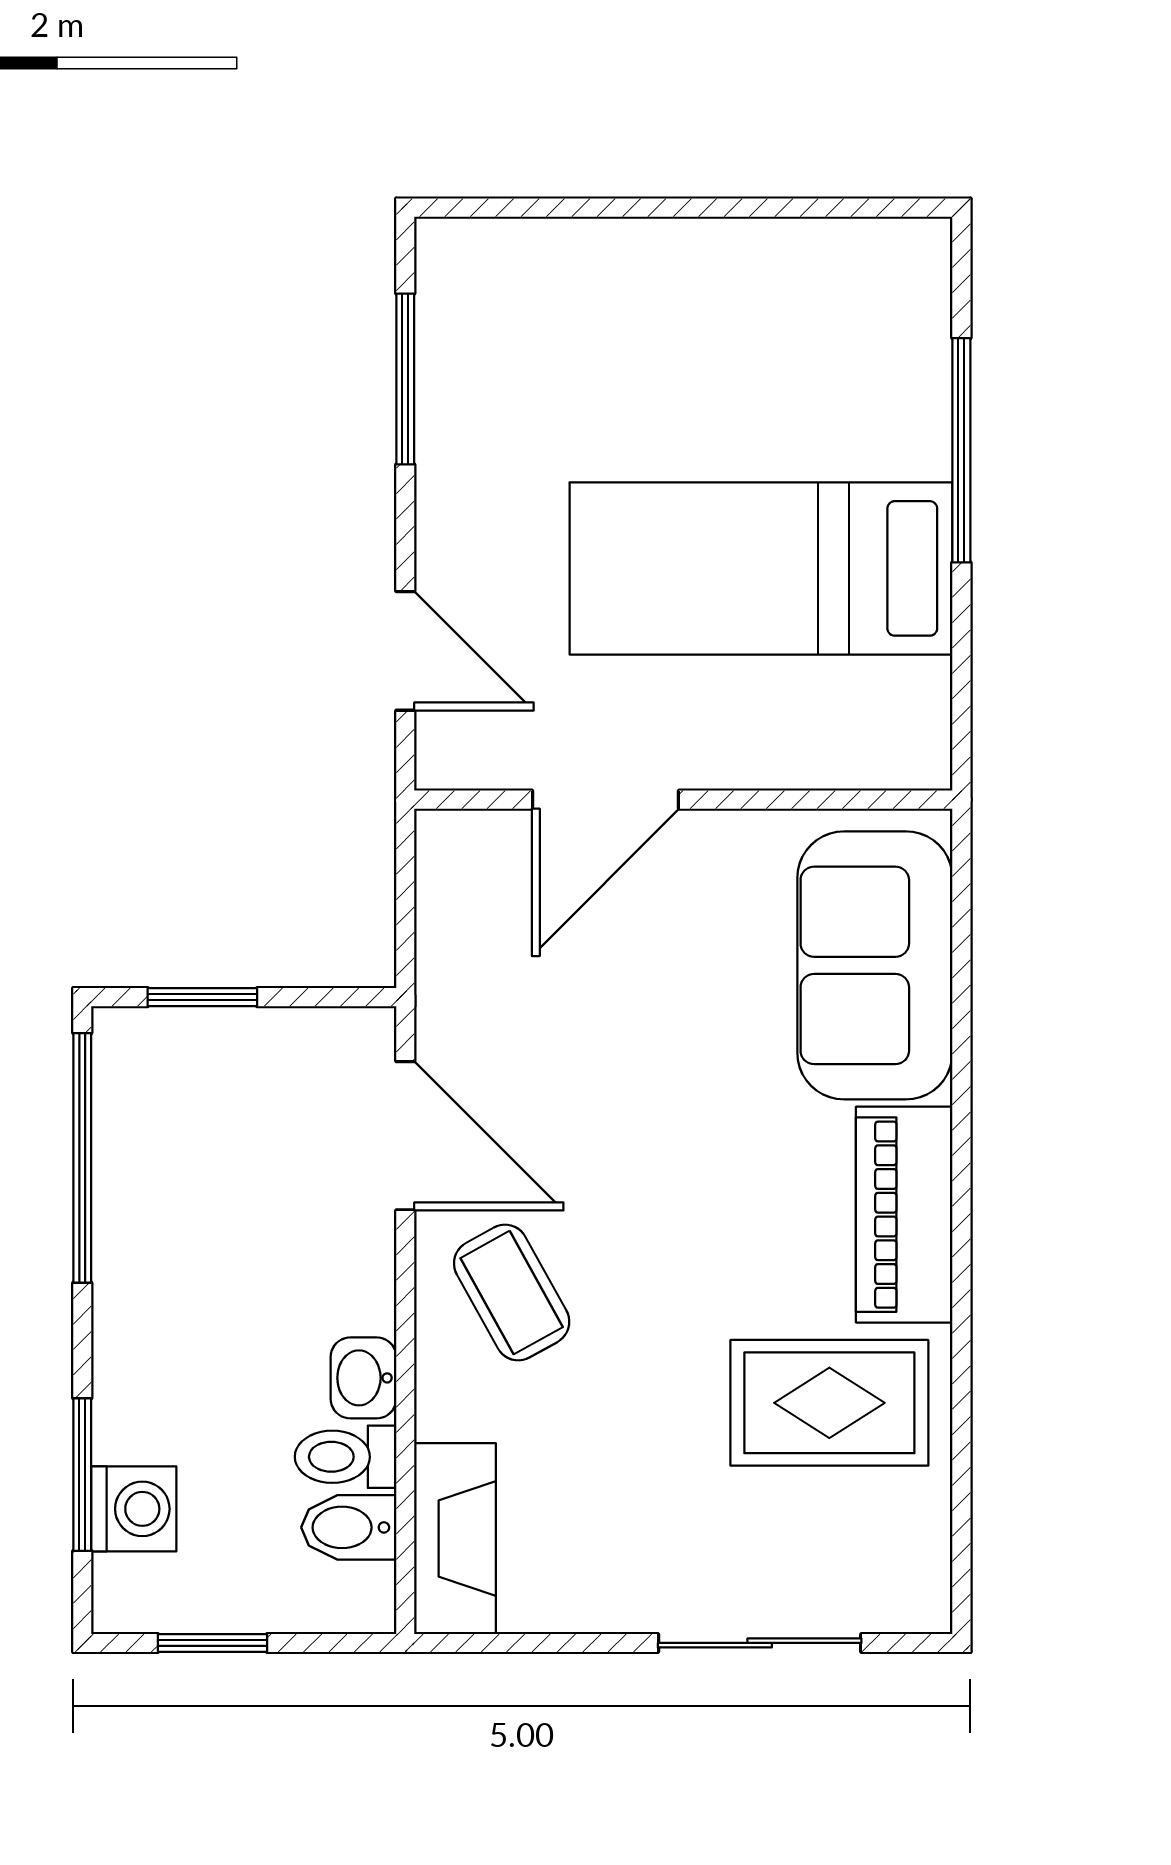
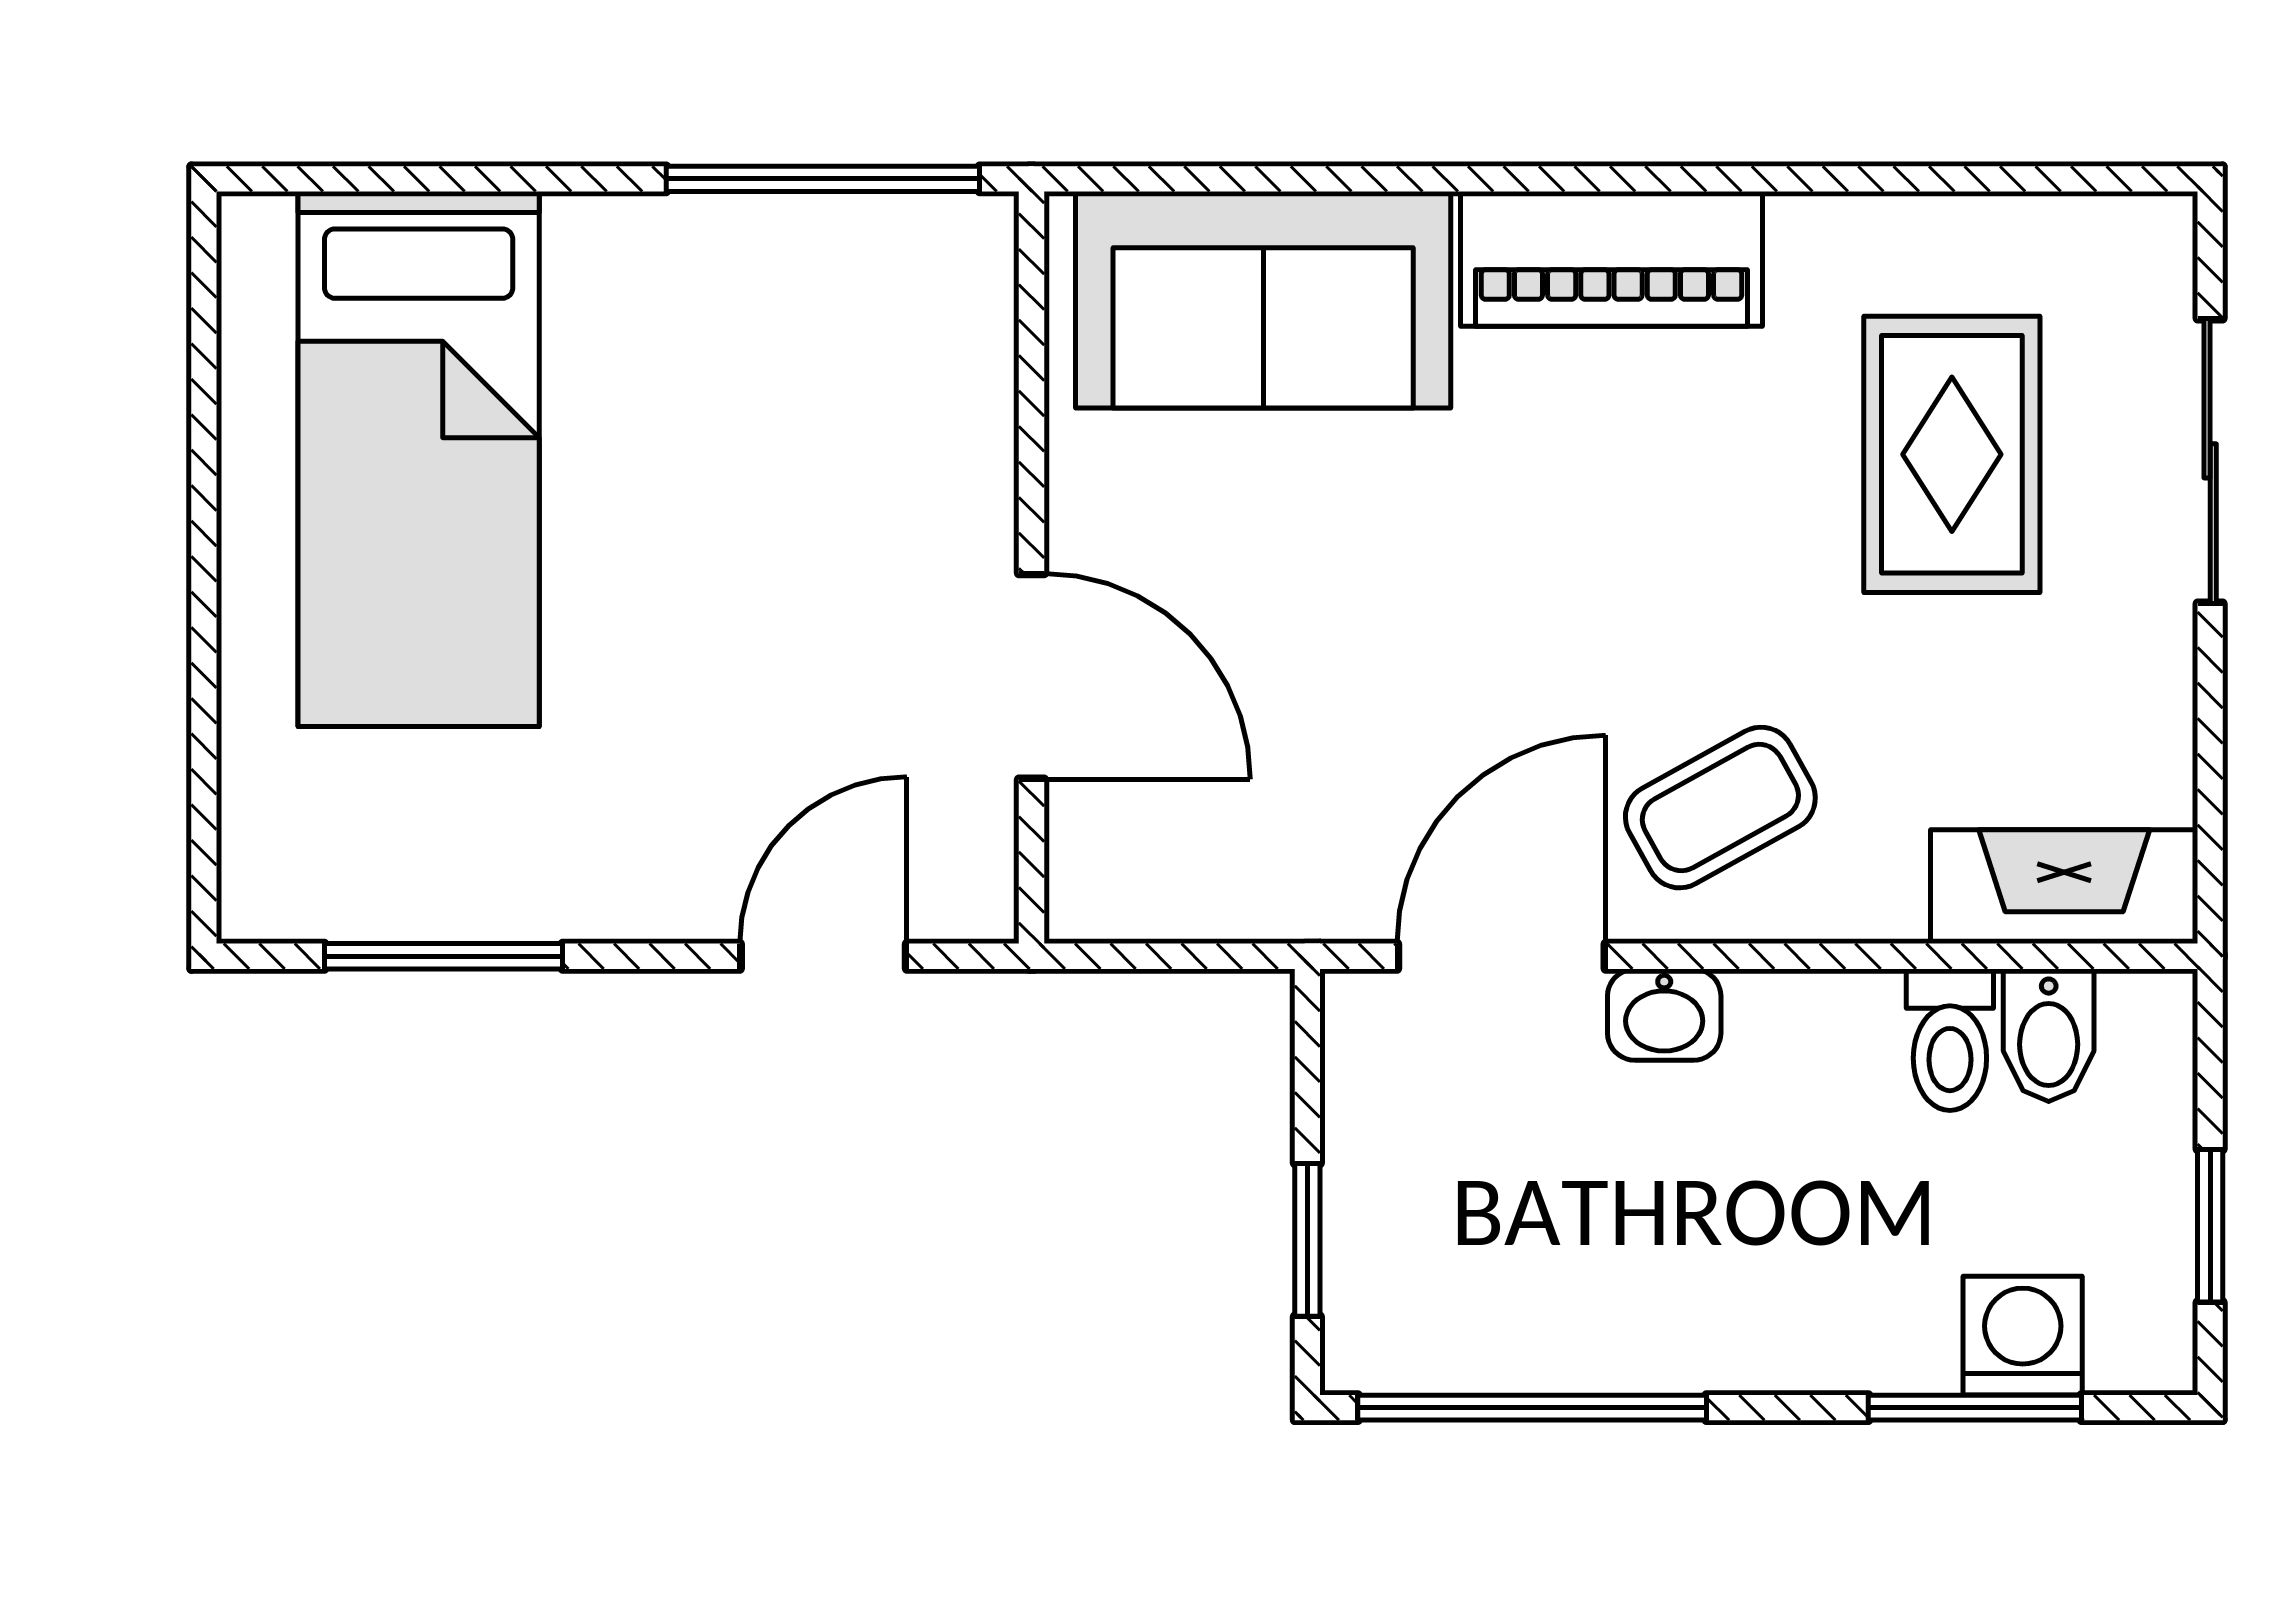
window: (961, 450) -> (823, 179), moved
bed: (761, 568) -> (419, 459), moved
washbasin: (363, 1378) -> (1664, 1015), moved
rug: (829, 1403) -> (1952, 454), moved

